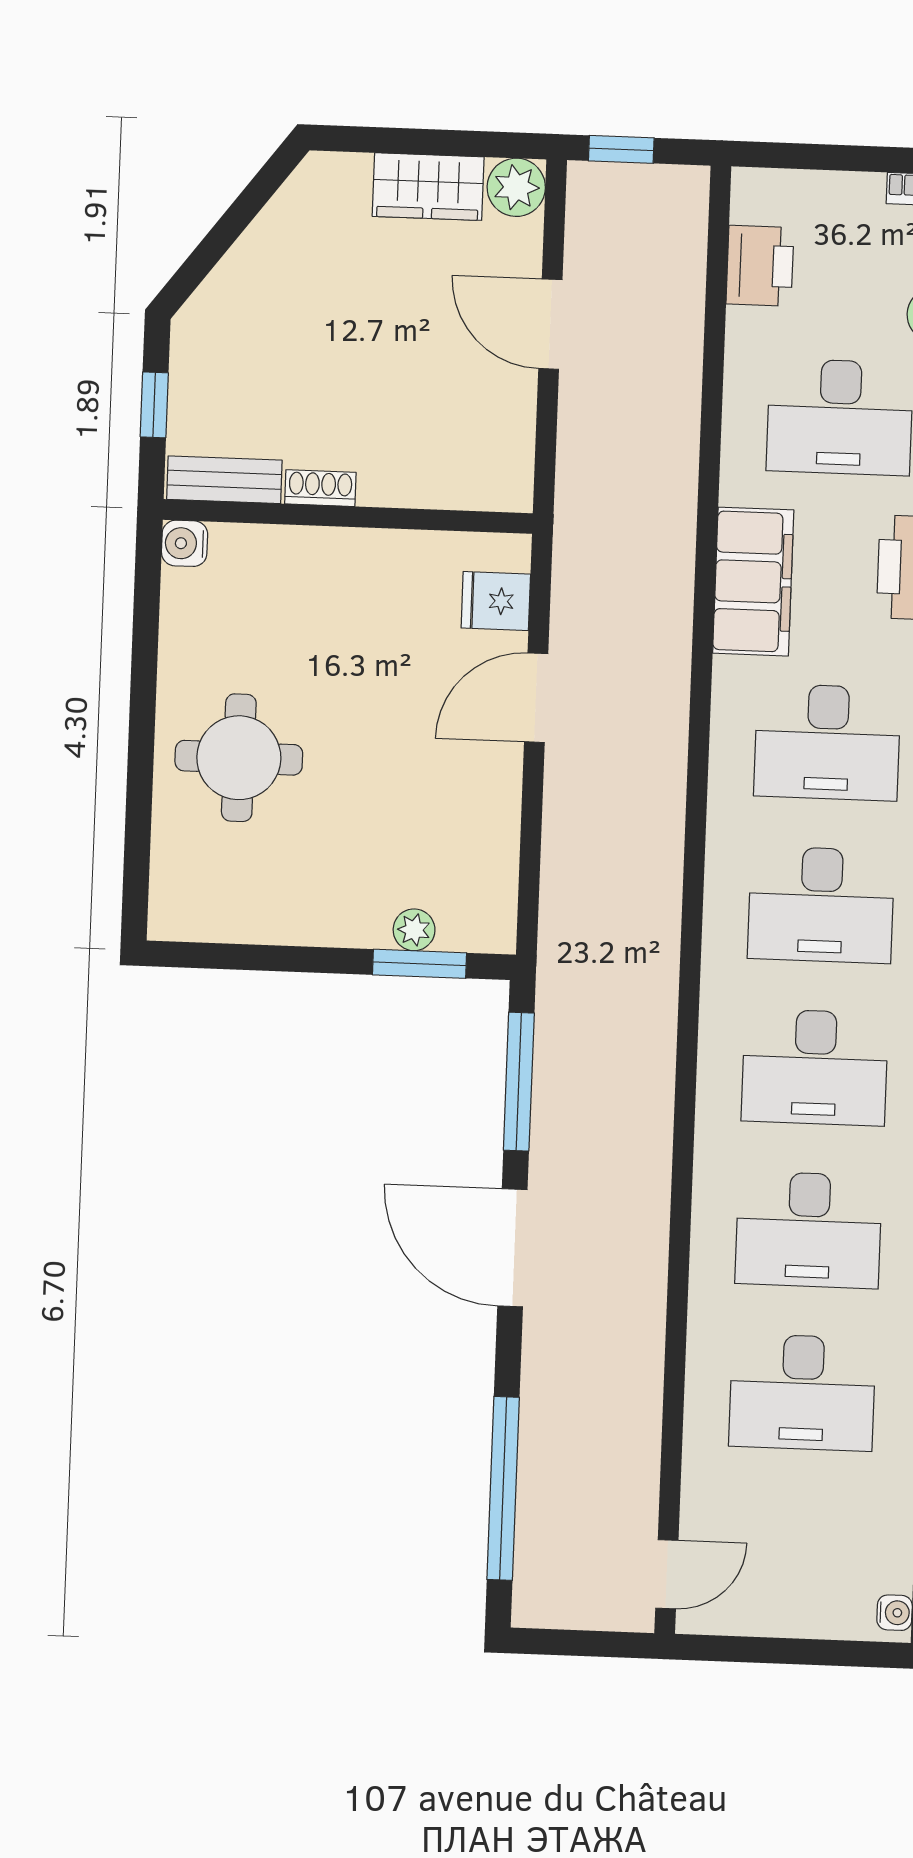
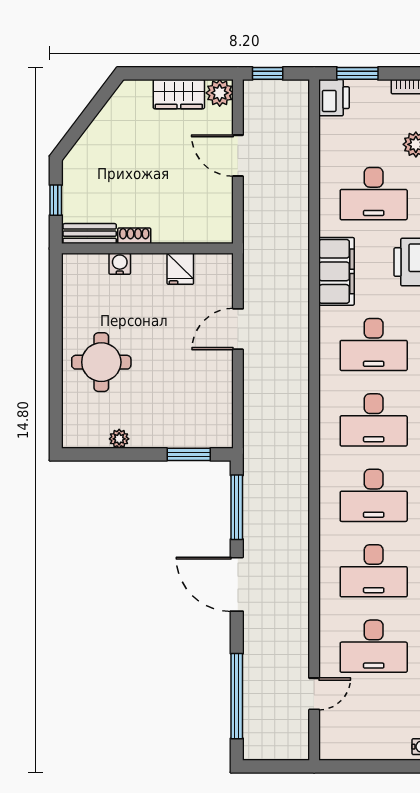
window: (815, 157) -> (357, 73), added
printer: (760, 266) -> (334, 98), moved
water cooler: (185, 543) -> (120, 264), moved, turned 90
fridge: (496, 601) -> (180, 269), moved, turned -90
plant: (414, 930) -> (119, 439), moved
door: (667, 1574) -> (314, 694), moved

